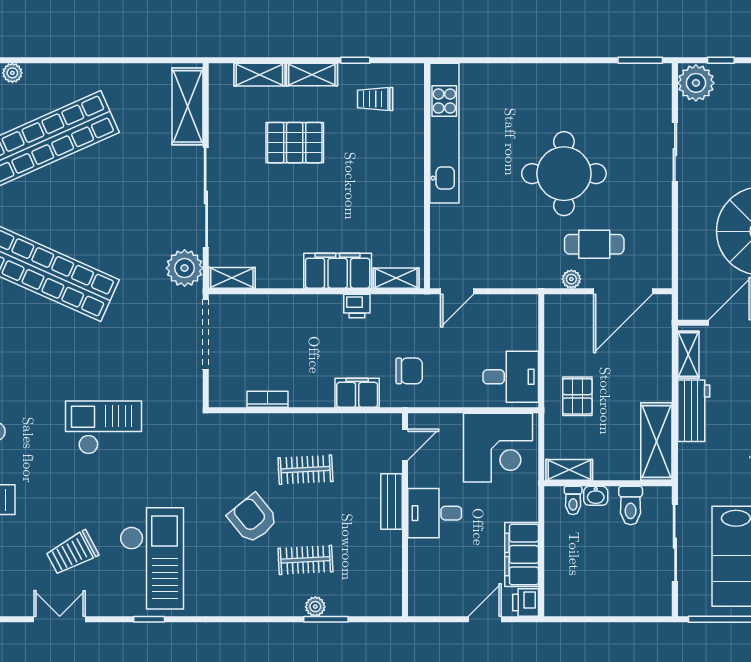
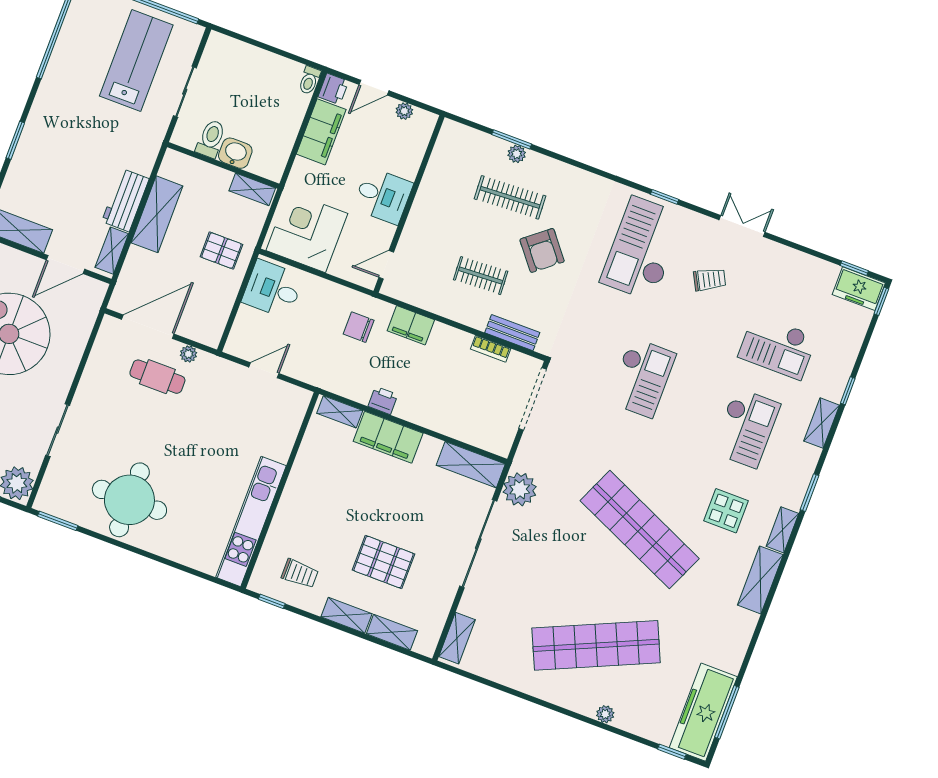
window: (355, 60) -> (272, 601), moved
shelving: (187, 106) -> (457, 638), width x0.67, depth x0.75
round table: (564, 174) -> (129, 500), moved
shelving: (232, 278) -> (471, 465), width x1.50, depth x1.33
door: (457, 291) -> (264, 370), moved
doorway: (206, 335) -> (533, 399), moved
pallet: (577, 396) -> (221, 251), turned 90
checkout: (104, 427) -> (642, 378), turned -90
shelving: (656, 441) -> (157, 214), moved
washbasin: (596, 496) -> (235, 153), width x1.38, depth x1.45
toilet: (573, 500) -> (309, 80), moved, turned 180
bench: (391, 501) -> (512, 333), moved, turned 90
sliding door: (675, 543) -> (185, 92), width x0.73
trolley: (72, 553) -> (710, 279), width x0.73, depth x0.72
clothes rail: (305, 560) -> (510, 197), width x1.36
plant: (445, 607) -> (404, 111), added
double door: (60, 619) -> (742, 226), swing flipped

